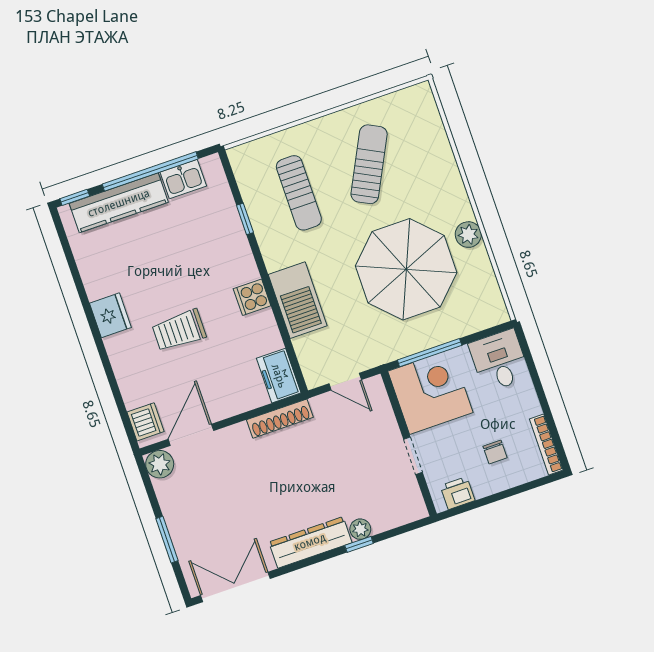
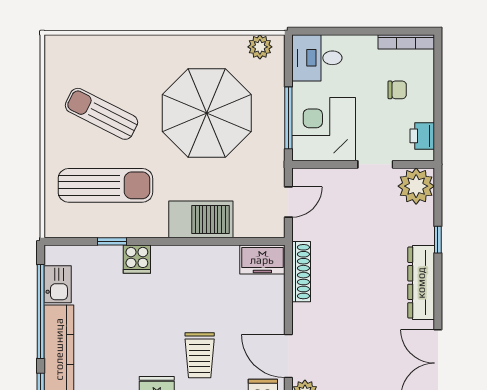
sun lounger: (299, 193) -> (105, 185), width x1.36, depth x1.34
plant: (468, 235) -> (260, 47), moved
cooker: (252, 297) -> (137, 259), moved
trolley: (179, 330) -> (200, 355), moved
plant: (360, 529) -> (416, 186), moved, width x1.88, depth x1.88

